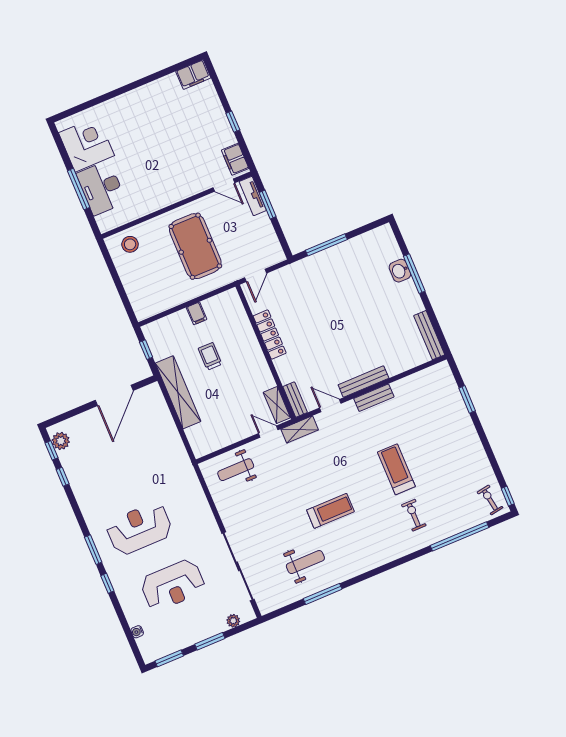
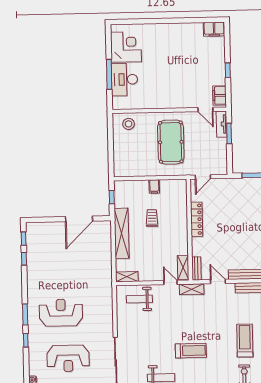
plant: (61, 441) -> (32, 235), removed
shelving: (208, 447) -> (127, 277), added

